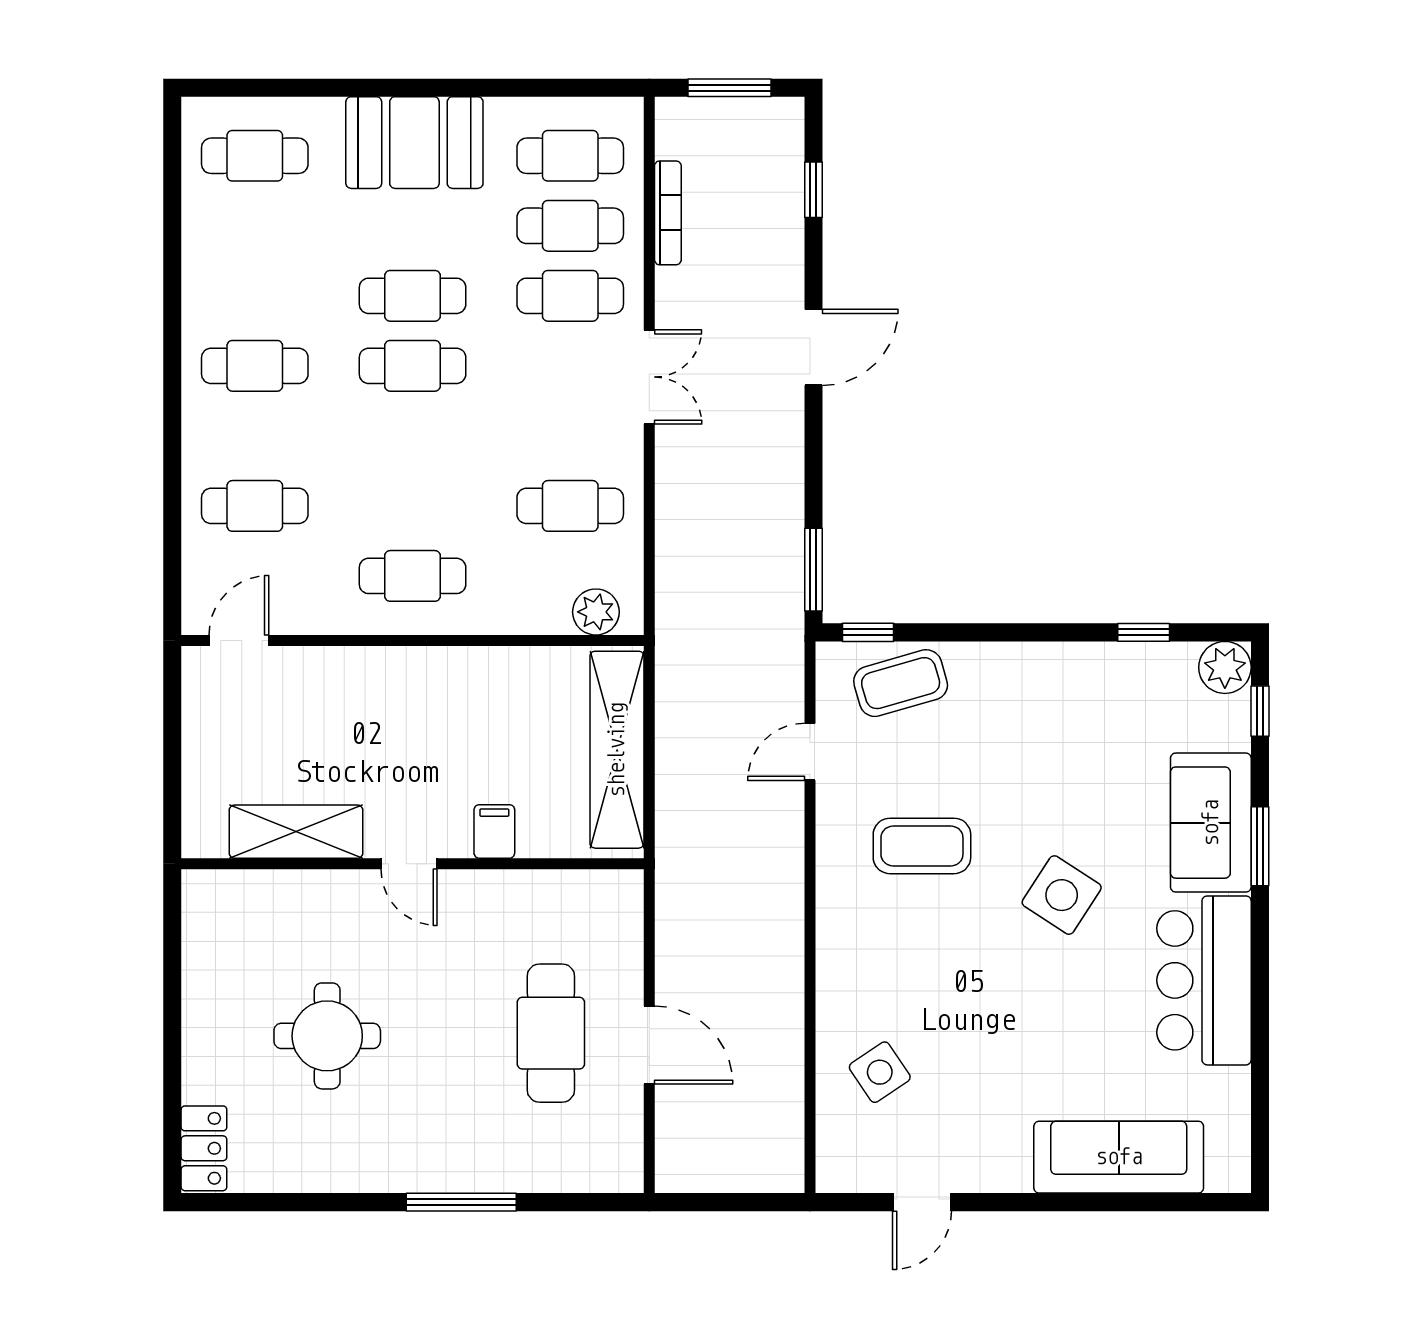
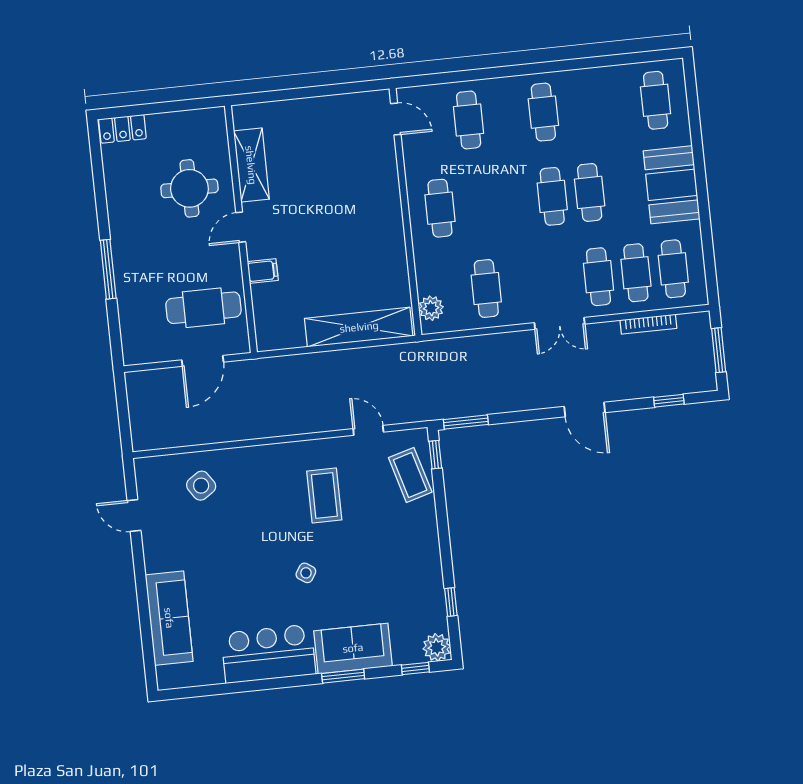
filing cabinet: (494, 831) -> (263, 271), moved
shelving: (296, 832) -> (251, 165), moved
door: (409, 864) -> (241, 227), moved
wall: (413, 864) -> (241, 229), moved
side table: (1062, 895) -> (306, 573), width x0.54, depth x0.54

